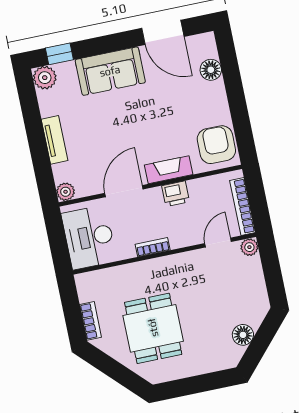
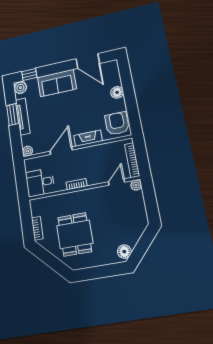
floor lamp: (211, 70) -> (117, 92), moved
window: (34, 127) -> (13, 114), added
tv unit: (55, 140) -> (23, 117), width x1.41
printer: (176, 194) -> (92, 152), removed
desk: (89, 237) -> (40, 182), width x0.73
floor lamp: (243, 335) -> (124, 252), moved

